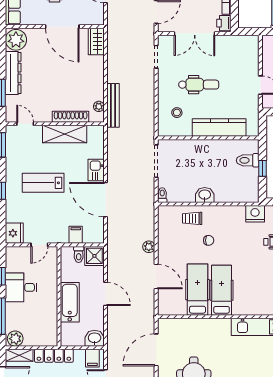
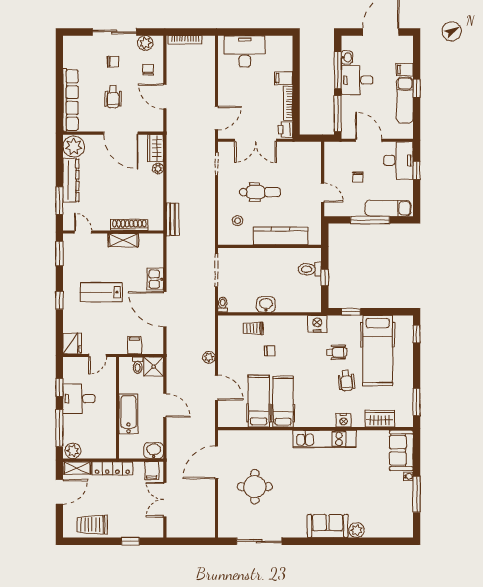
bench: (113, 105) -> (173, 219), width x0.73
plant: (99, 106) -> (158, 168), moved
shelving: (65, 134) -> (123, 240), width x0.67, depth x0.75

